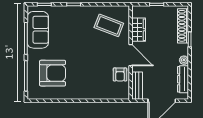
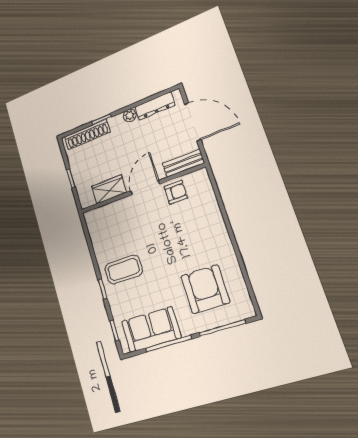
coffee table: (109, 25) -> (124, 270), moved, turned 69

